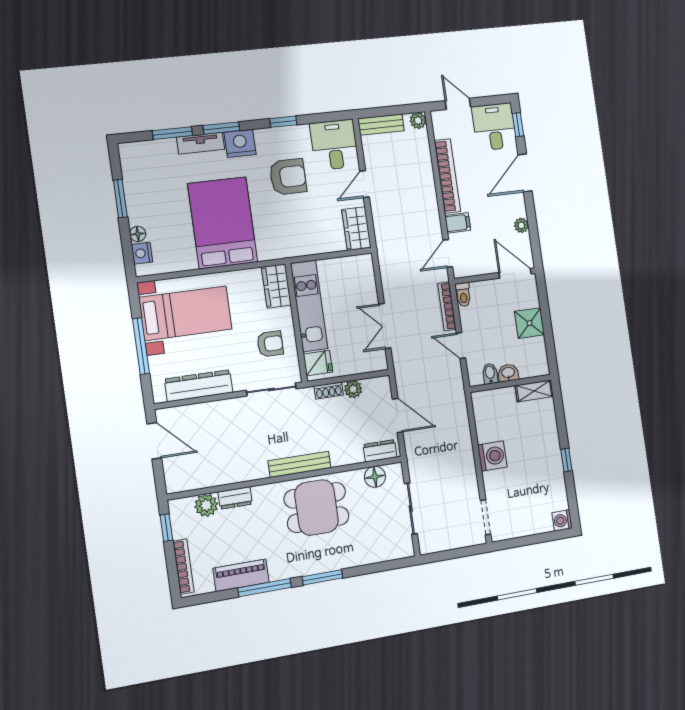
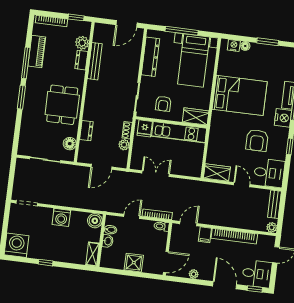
door: (448, 253) -> (188, 224), hinge flipped
boiler: (483, 402) -> (95, 221), added
dresser: (380, 451) -> (86, 131), moved
bench: (300, 464) -> (95, 61), moved
washing machine: (562, 520) -> (16, 245), width x1.89, depth x1.89

